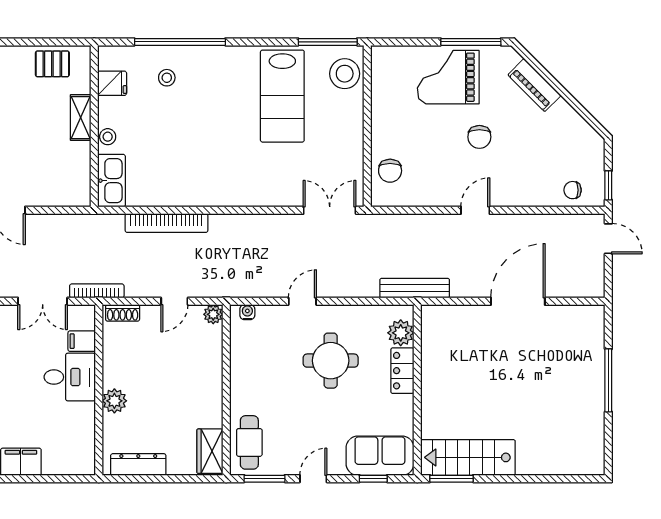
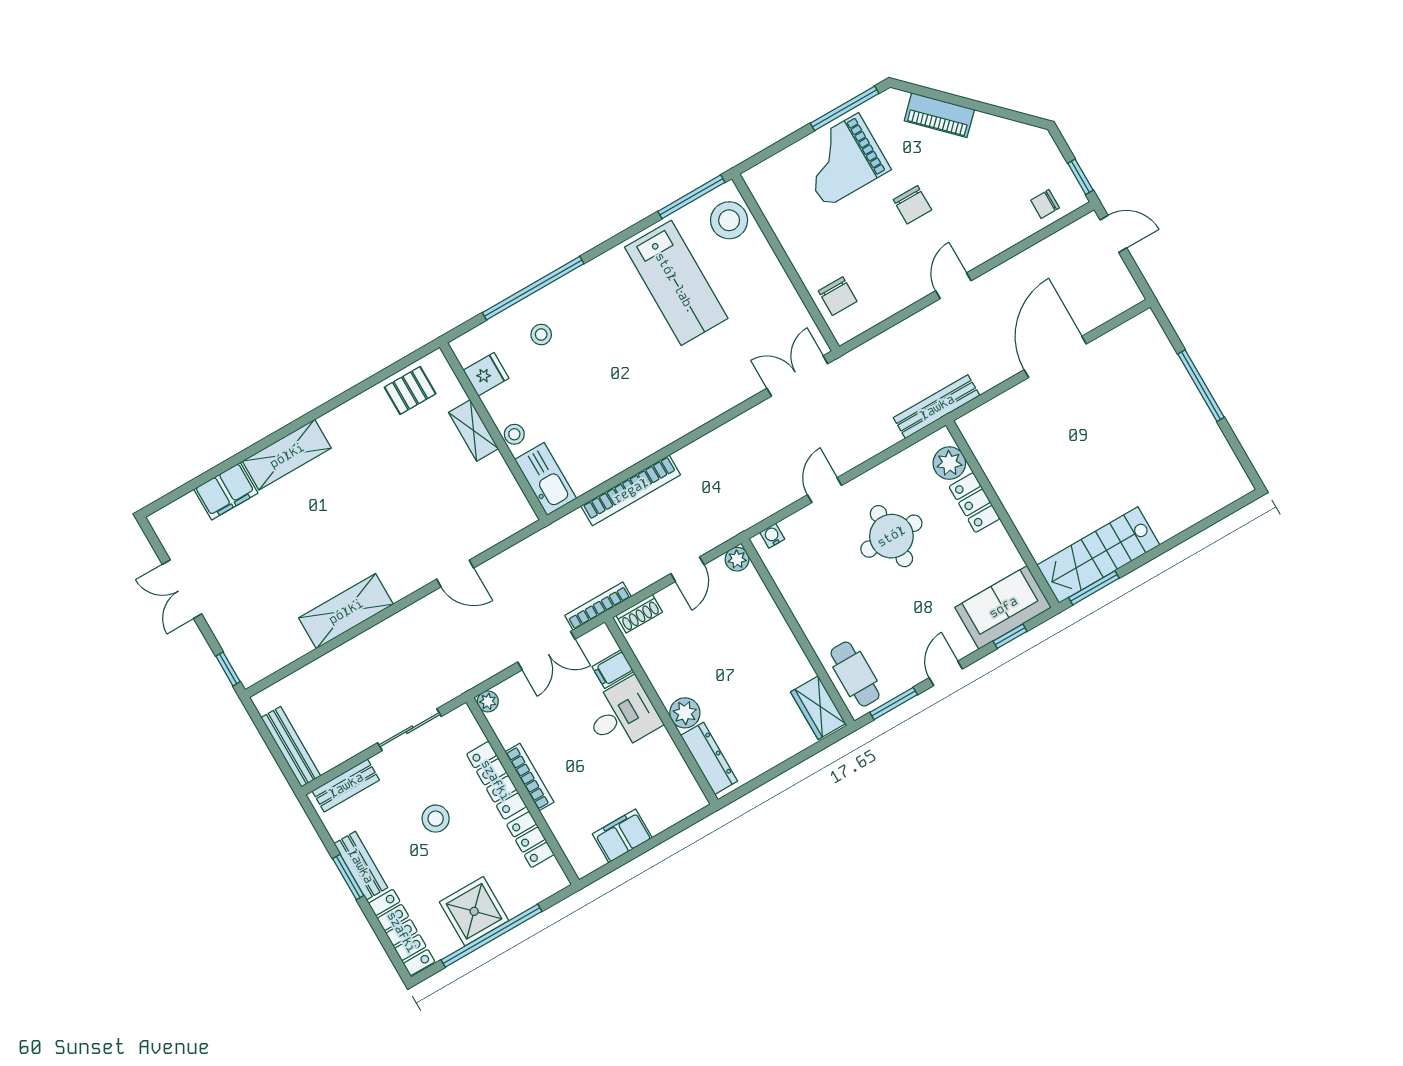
dresser: (138, 464) -> (709, 758), moved, turned 90

